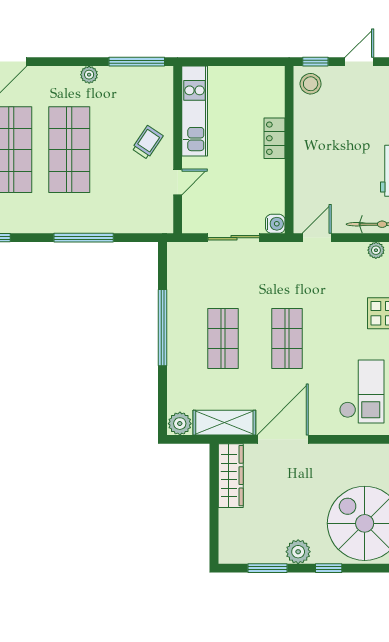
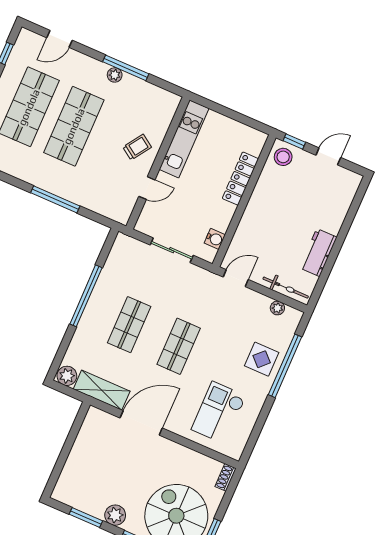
window: (137, 62) -> (126, 68), moved
locker: (275, 138) -> (240, 179), width x1.53
water cooler: (275, 224) -> (215, 239), moved
checkout: (362, 391) -> (219, 413), turned 180
wardrobe: (231, 476) -> (89, 433), removed

